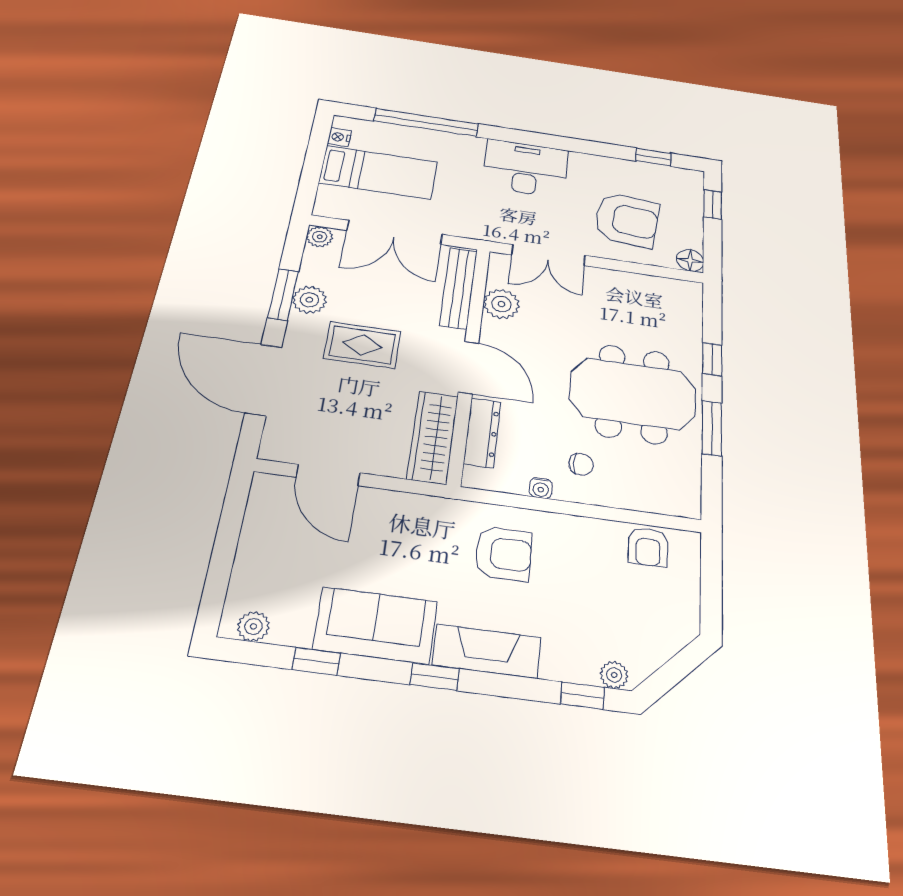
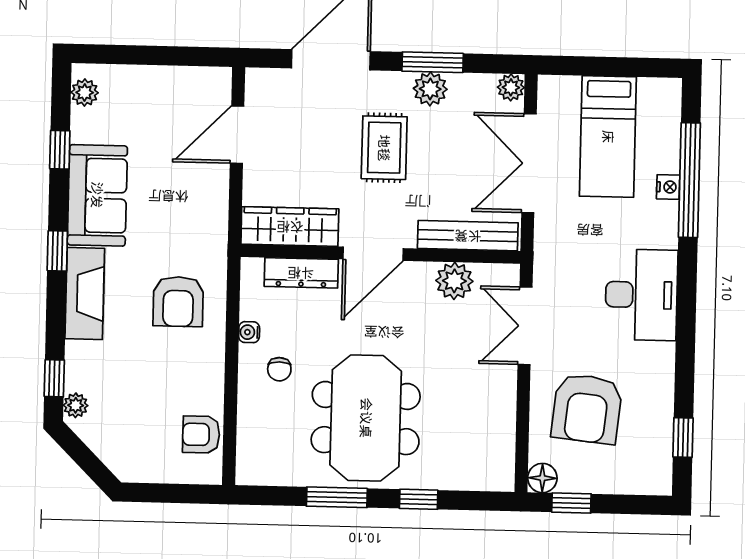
nightstand: (339, 137) -> (668, 187), moved, turned 90
window: (713, 204) -> (571, 503), moved

